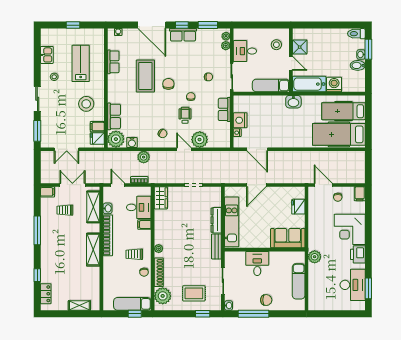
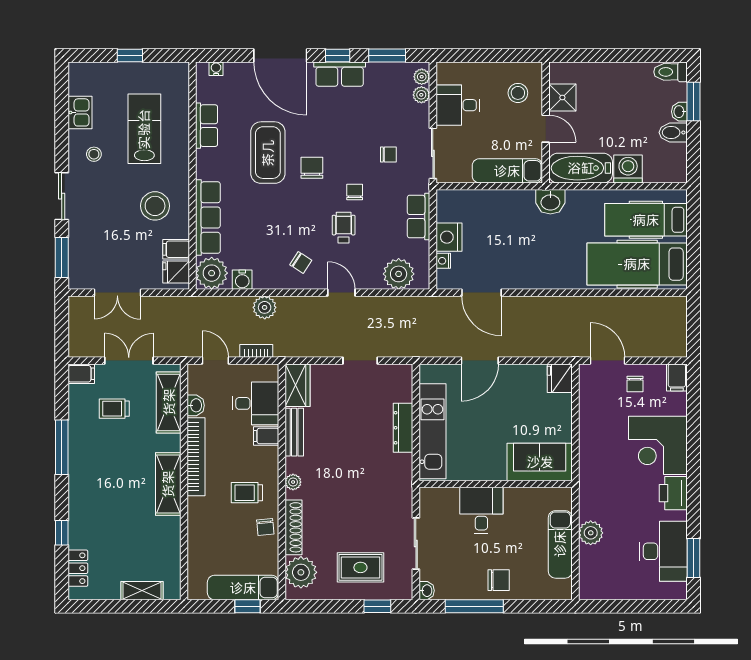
row of seats: (114, 116) -> (208, 218), width x1.48
plant: (200, 140) -> (399, 274), moved
fridge: (298, 207) -> (560, 378), moved
bench: (216, 246) -> (294, 432), moved
plant: (315, 257) -> (591, 533), moved

